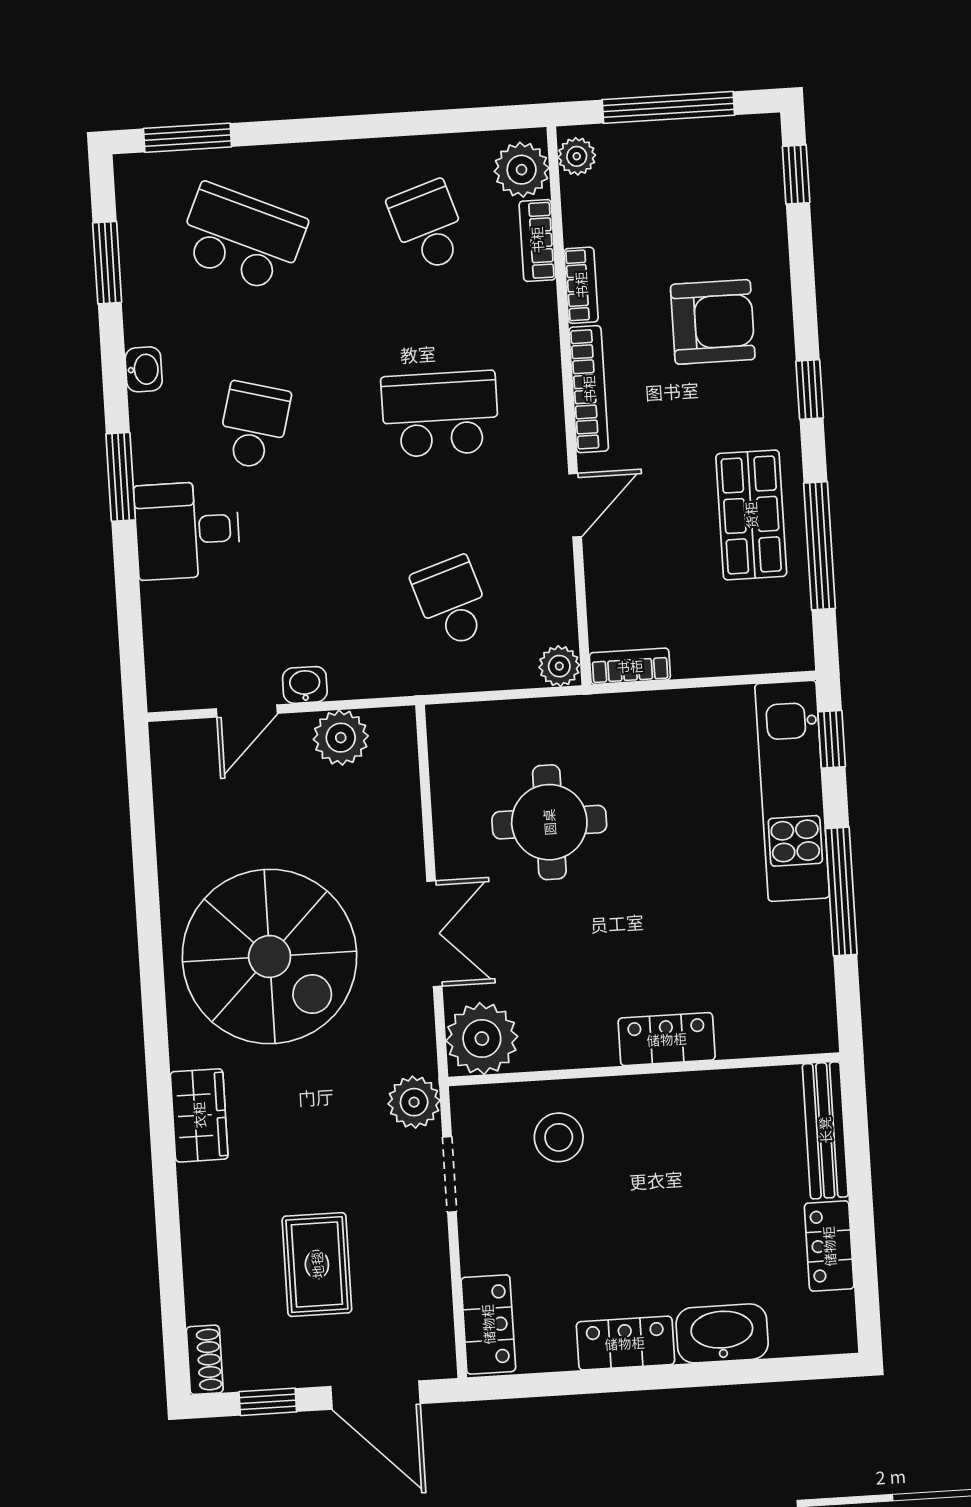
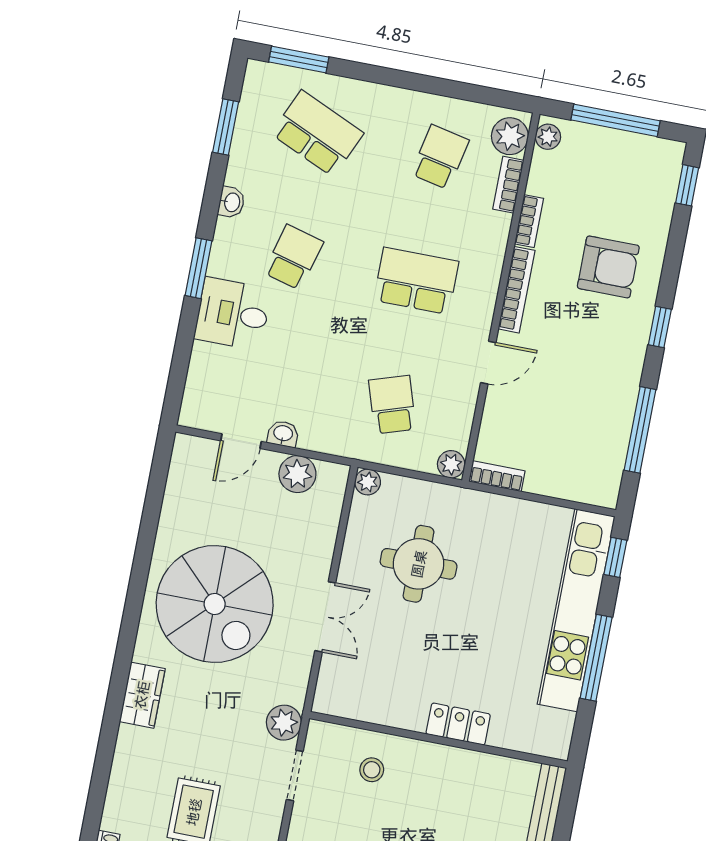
school desk: (428, 226) -> (440, 157), turned 30
shop shelf: (751, 515) -> (601, 398), removed
kitchen unit: (792, 791) -> (576, 610), width x1.36
plant: (482, 1039) -> (368, 482), moved, width x0.53, depth x0.53
stool: (559, 1137) -> (372, 770), width x0.73, depth x0.73

